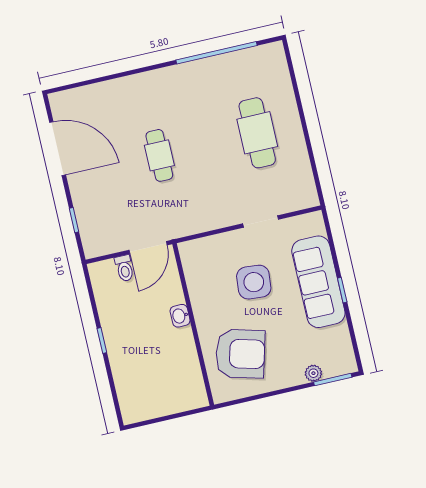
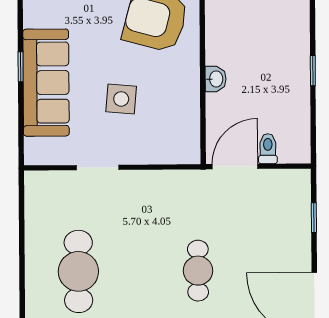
side table: (254, 282) -> (121, 99), width x0.73, depth x0.73

